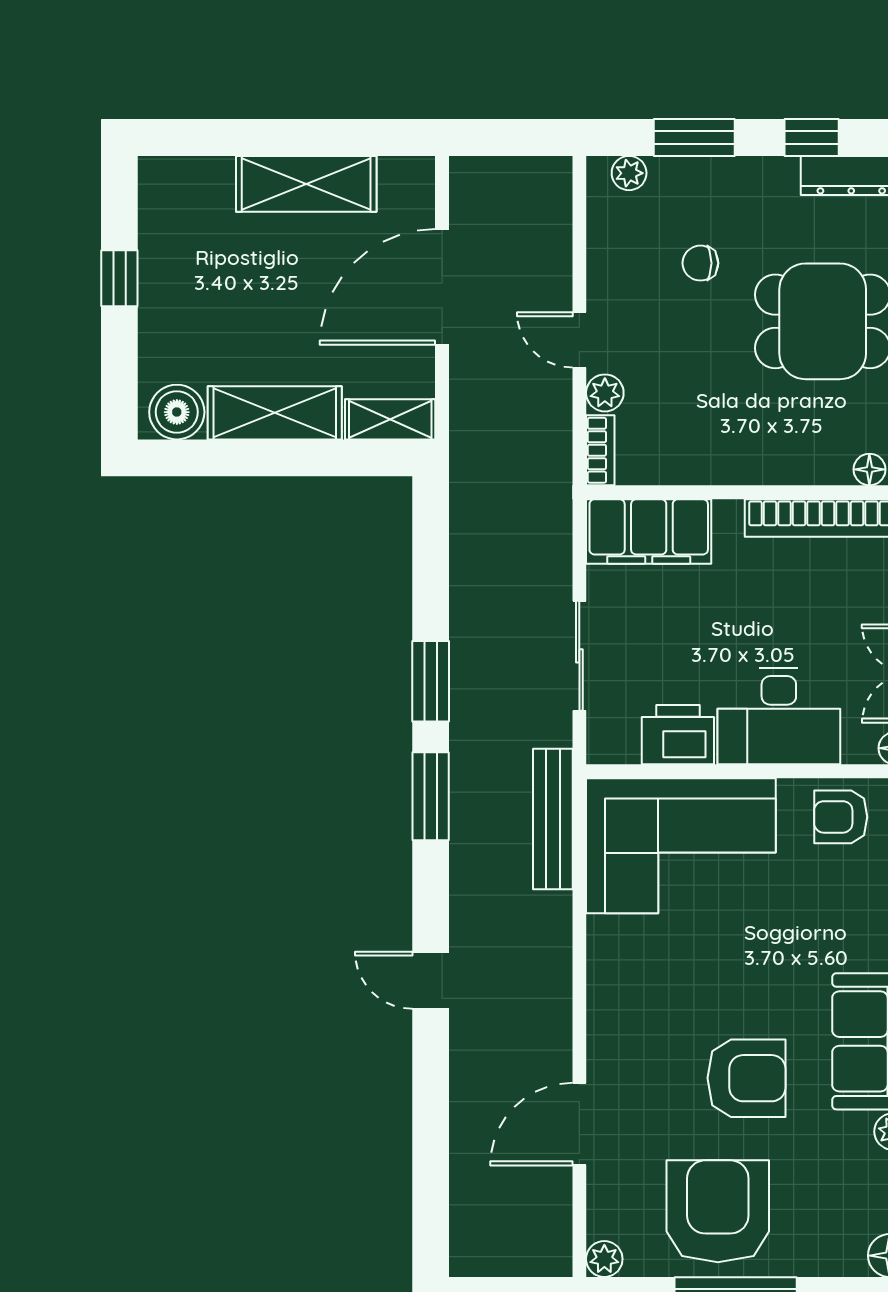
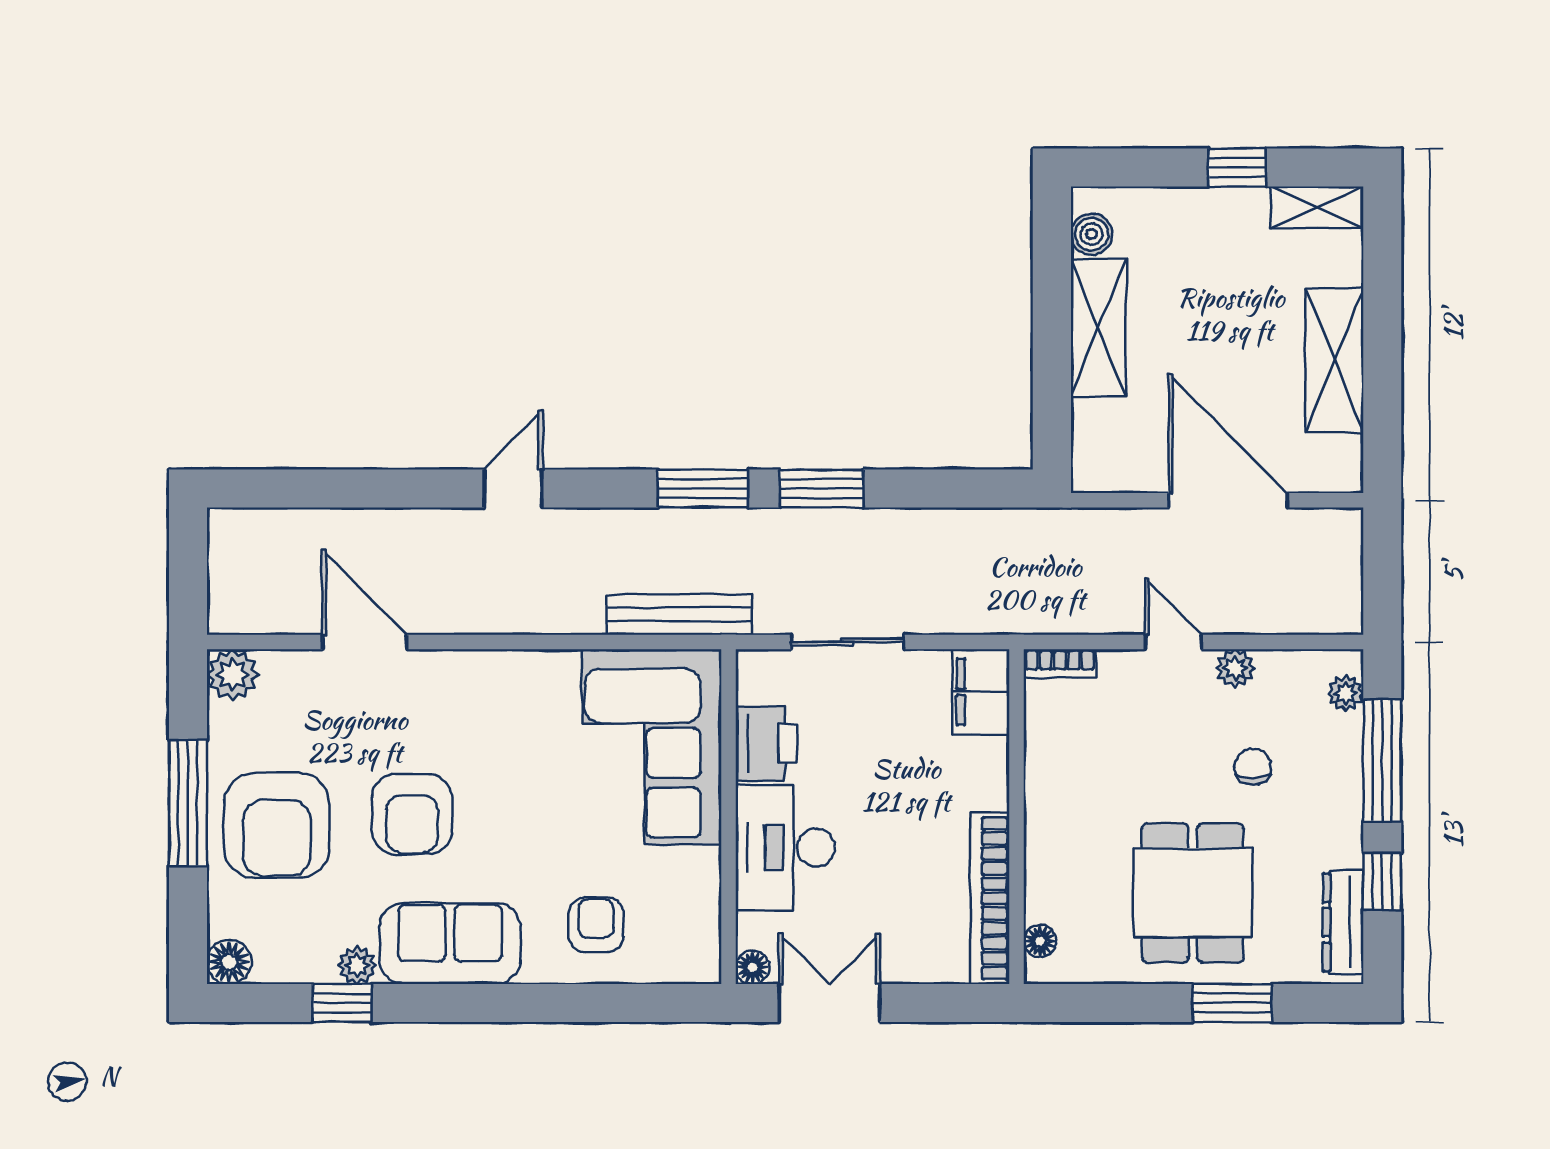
window: (694, 137) -> (1382, 760), width x1.44
door: (579, 340) -> (1174, 642), hinge flipped
plant: (605, 393) -> (1235, 668), moved
boiler: (177, 412) -> (1092, 234), width x0.73, depth x0.73
shelving: (390, 419) -> (1317, 207), moved, turned 90
filing cabinet: (649, 531) -> (981, 692), width x0.67, depth x0.86
armchair: (841, 817) -> (596, 925), moved
armchair: (718, 1211) -> (277, 825), moved, turned 90
plant: (604, 1259) -> (233, 675), width x1.38, depth x1.38

